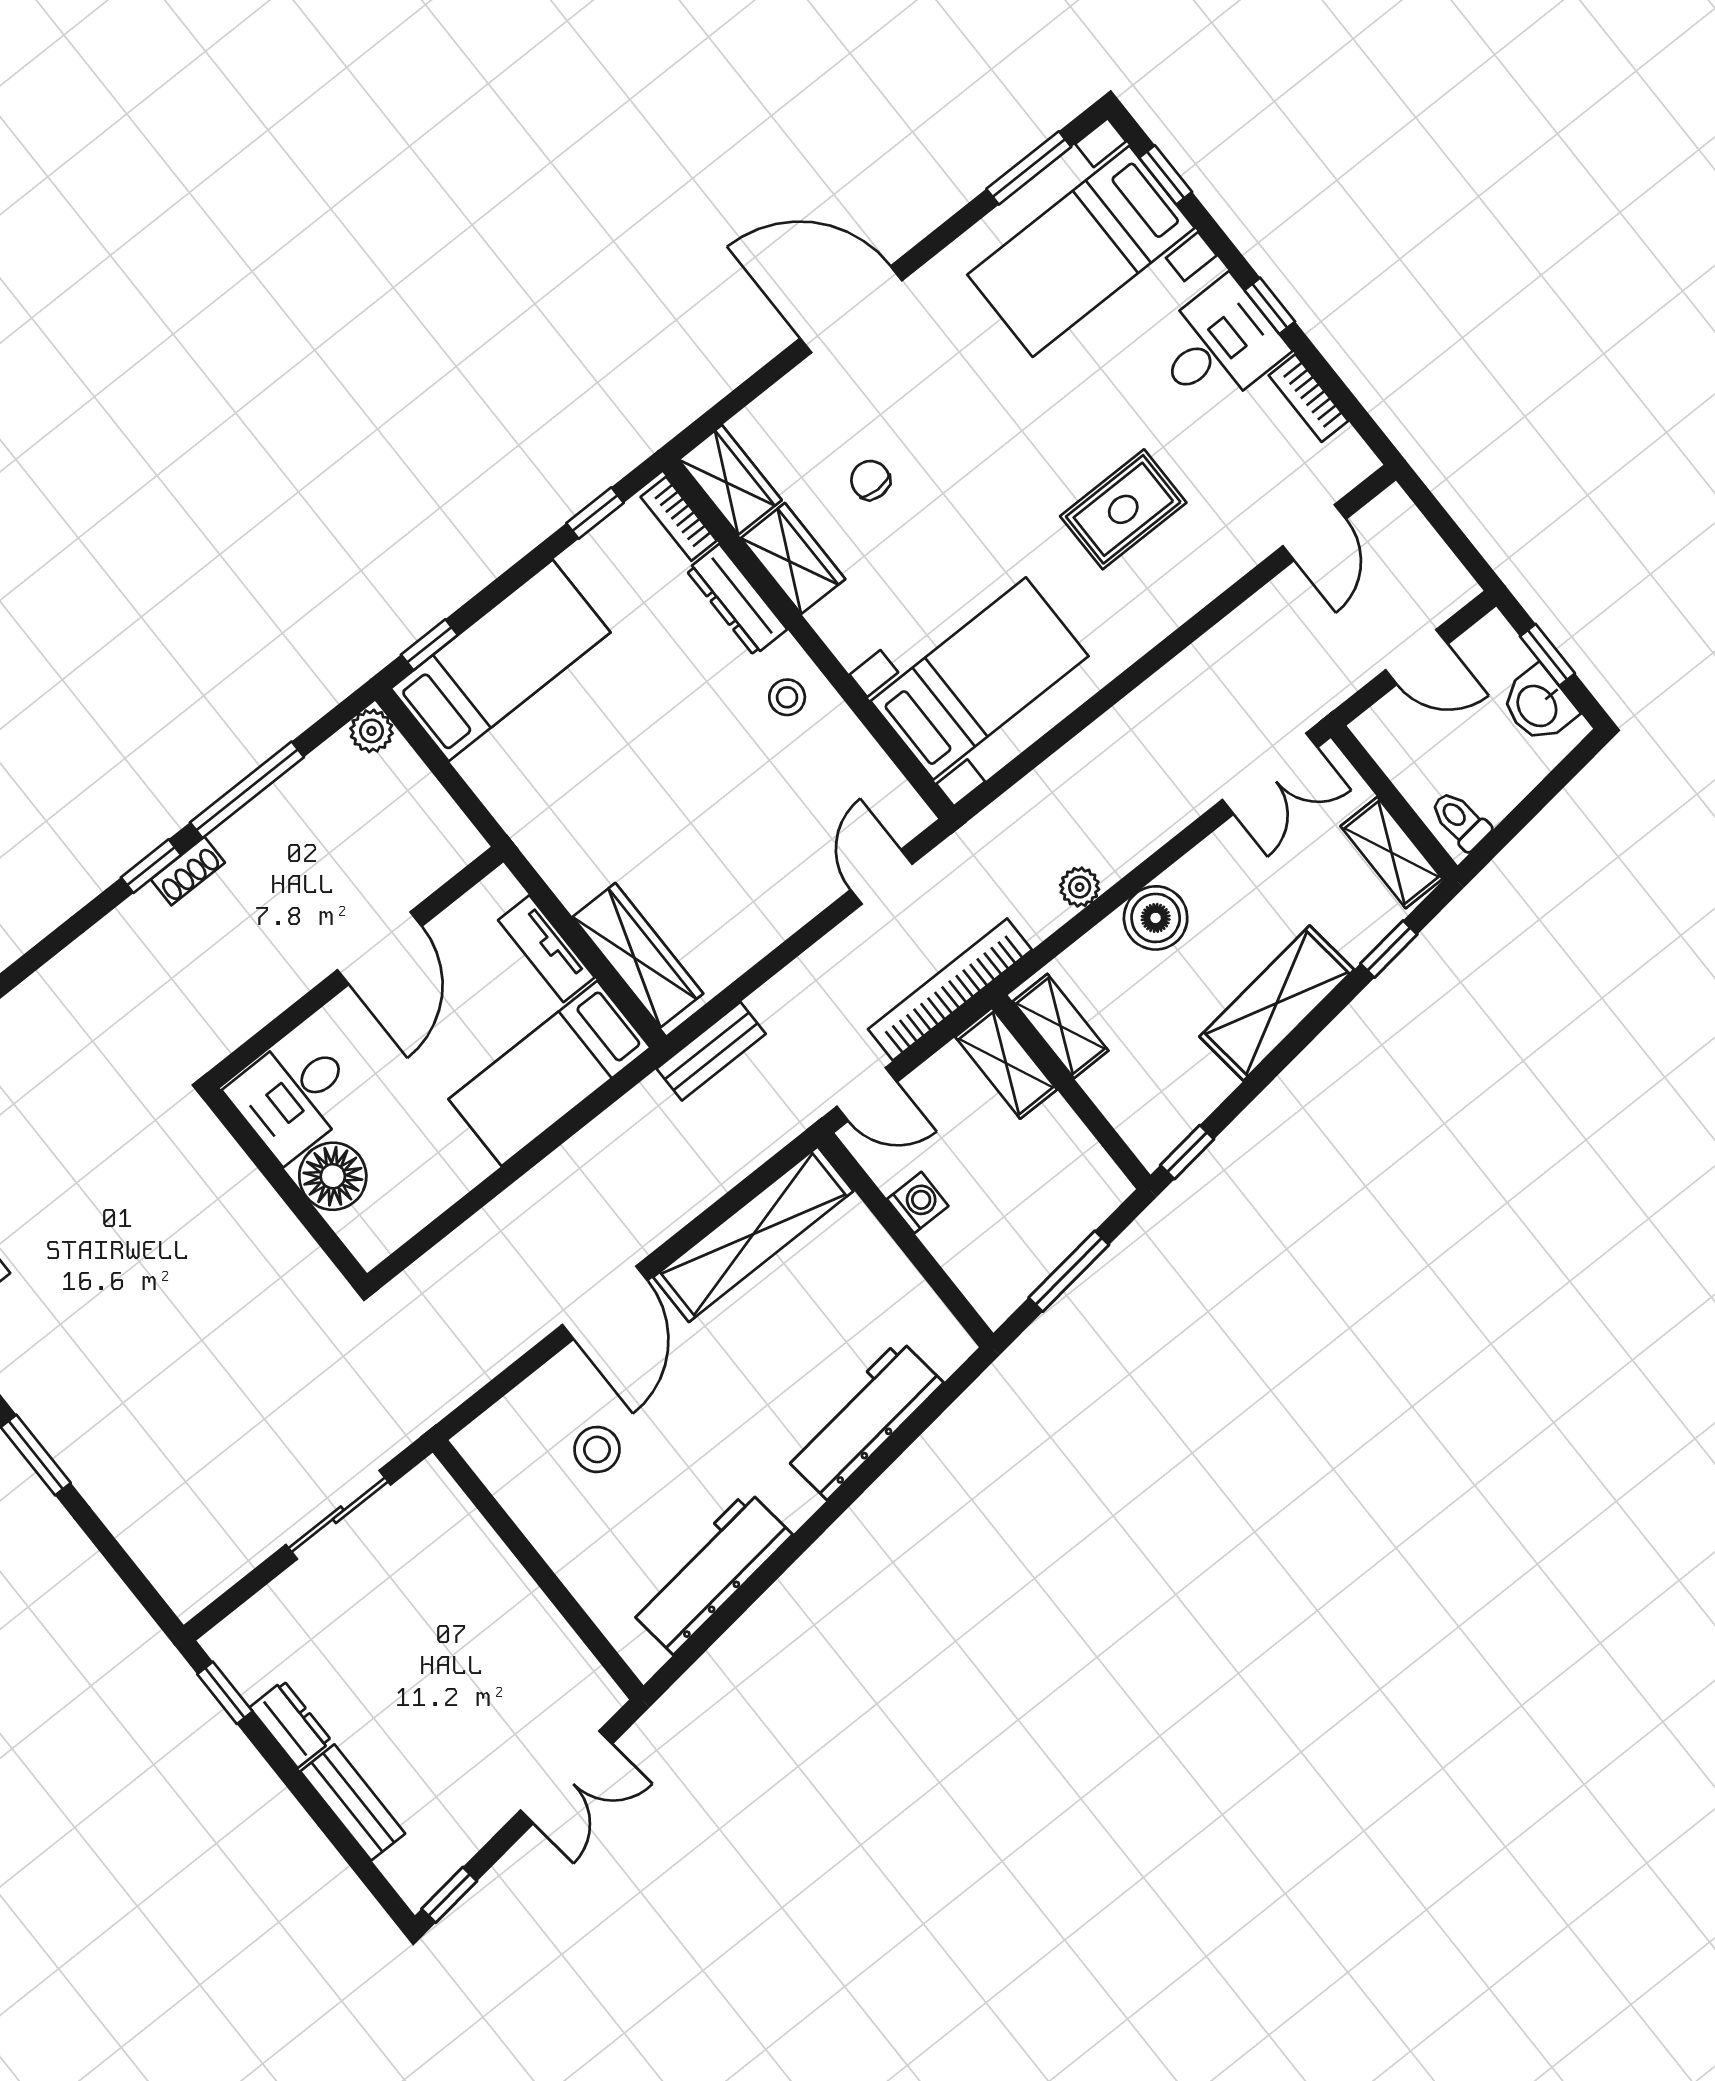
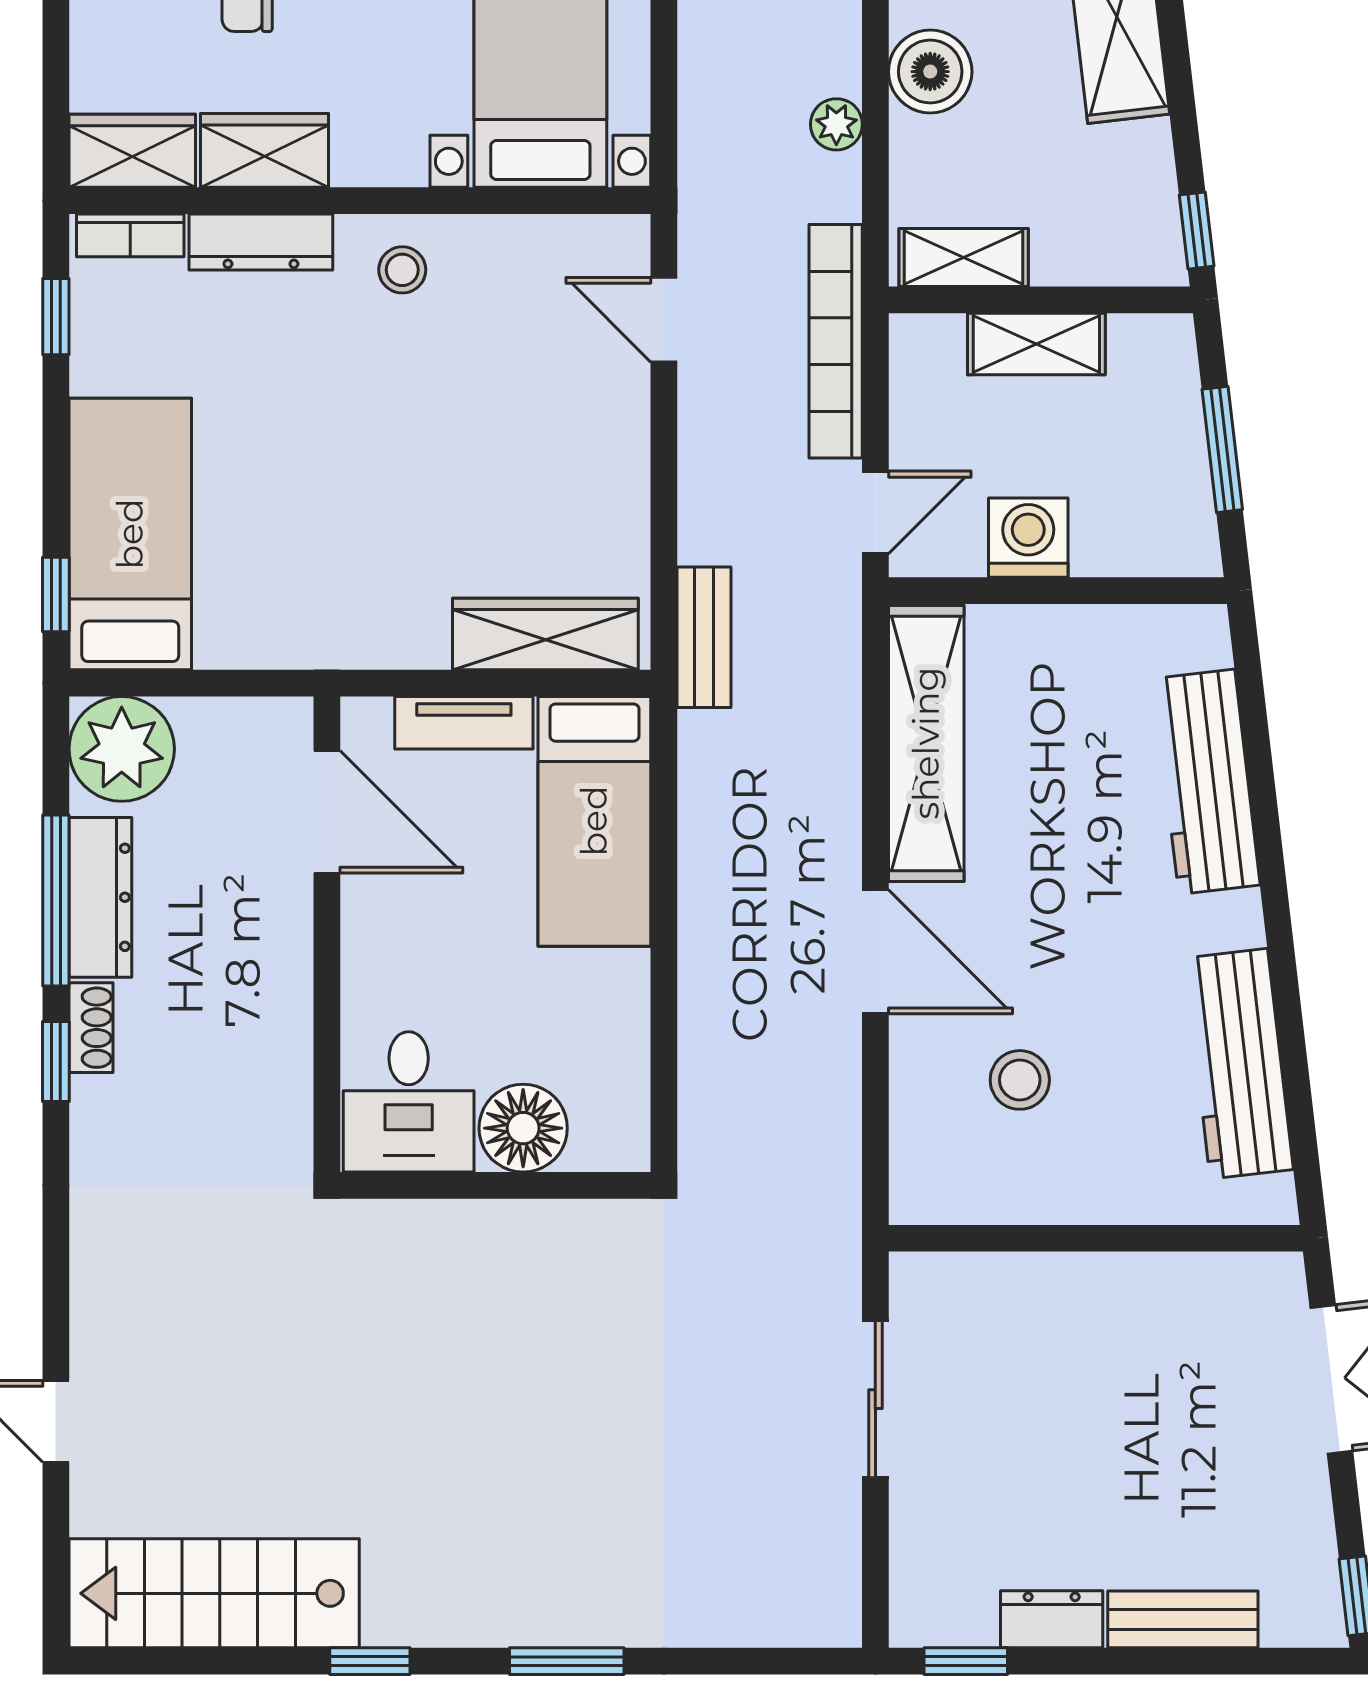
plant: (372, 731) -> (122, 749), width x1.87, depth x1.87
dresser: (270, 815) -> (100, 897), added
door: (380, 948) -> (327, 812), moved
shelving: (1006, 1063) -> (1036, 344), moved
washing machine: (918, 1203) -> (1028, 538), width x1.38, depth x1.38

